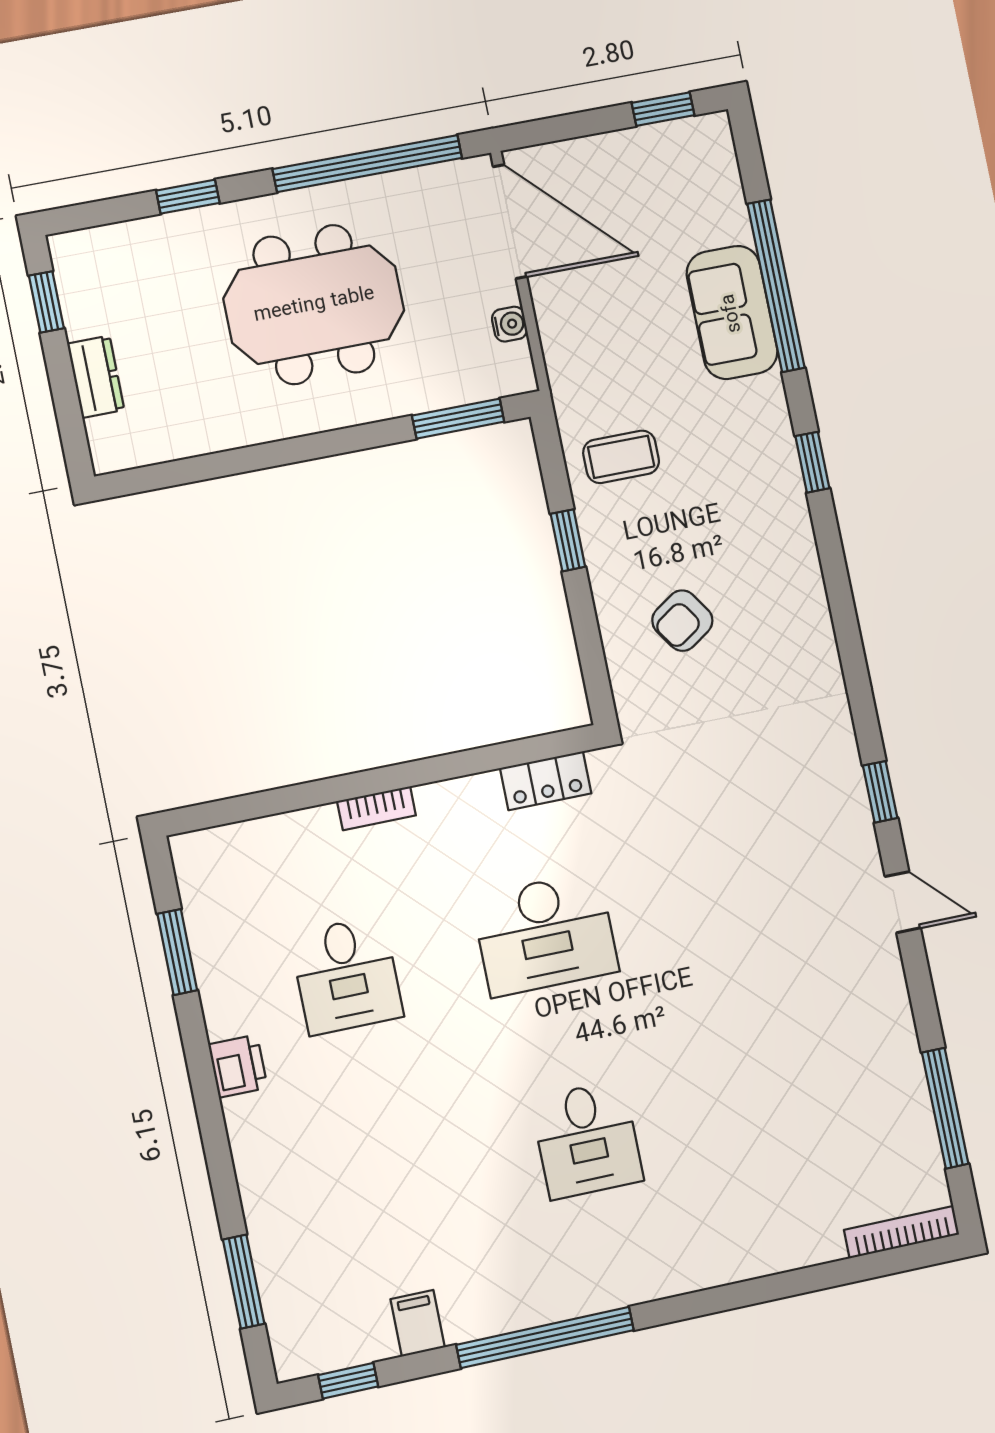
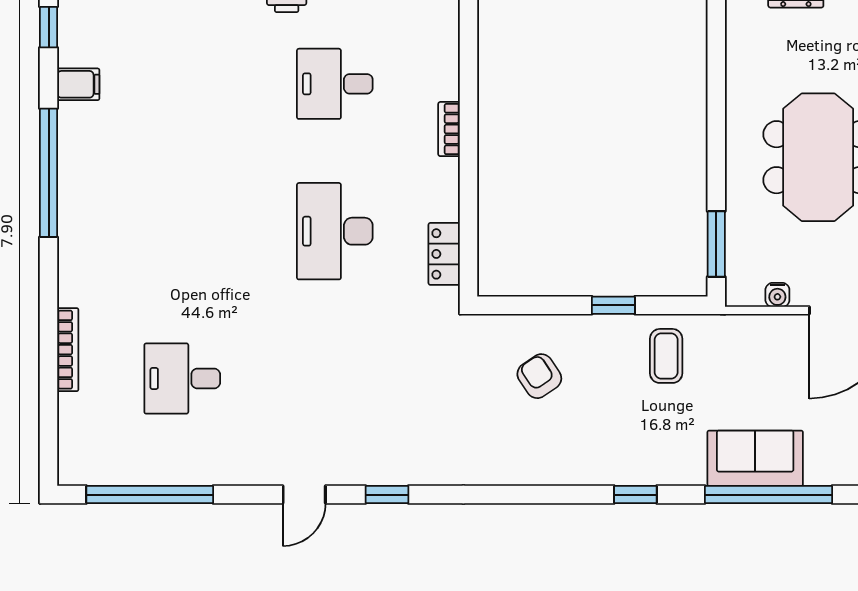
window: (945, 1108) -> (150, 495), width x1.46
desk: (587, 1140) -> (182, 379), moved
bookcase: (902, 1232) -> (68, 350), moved

